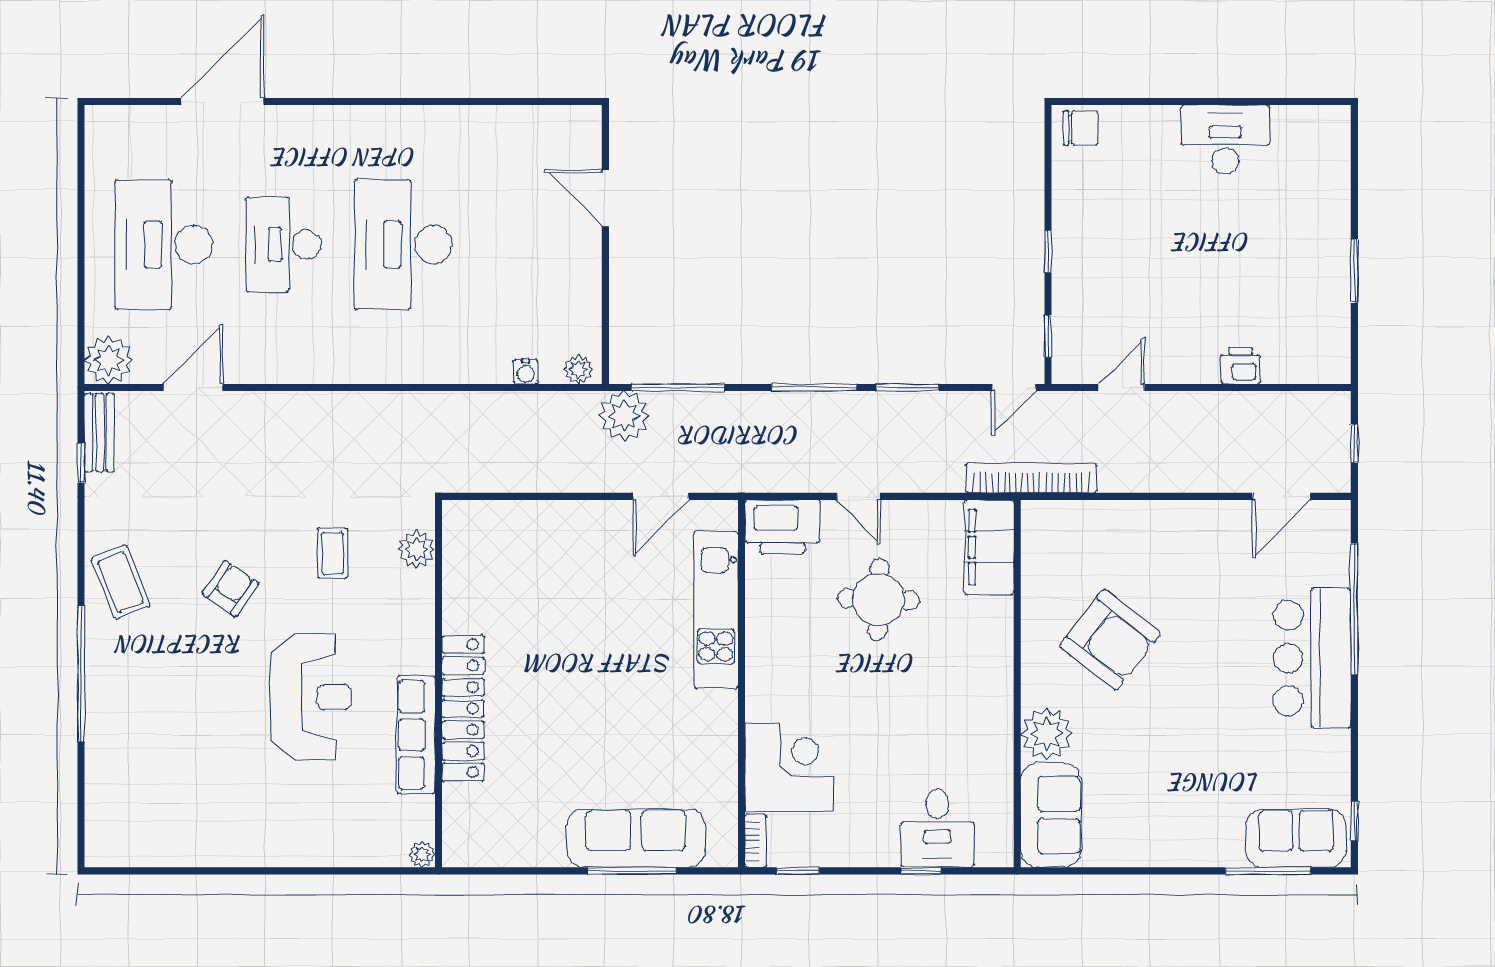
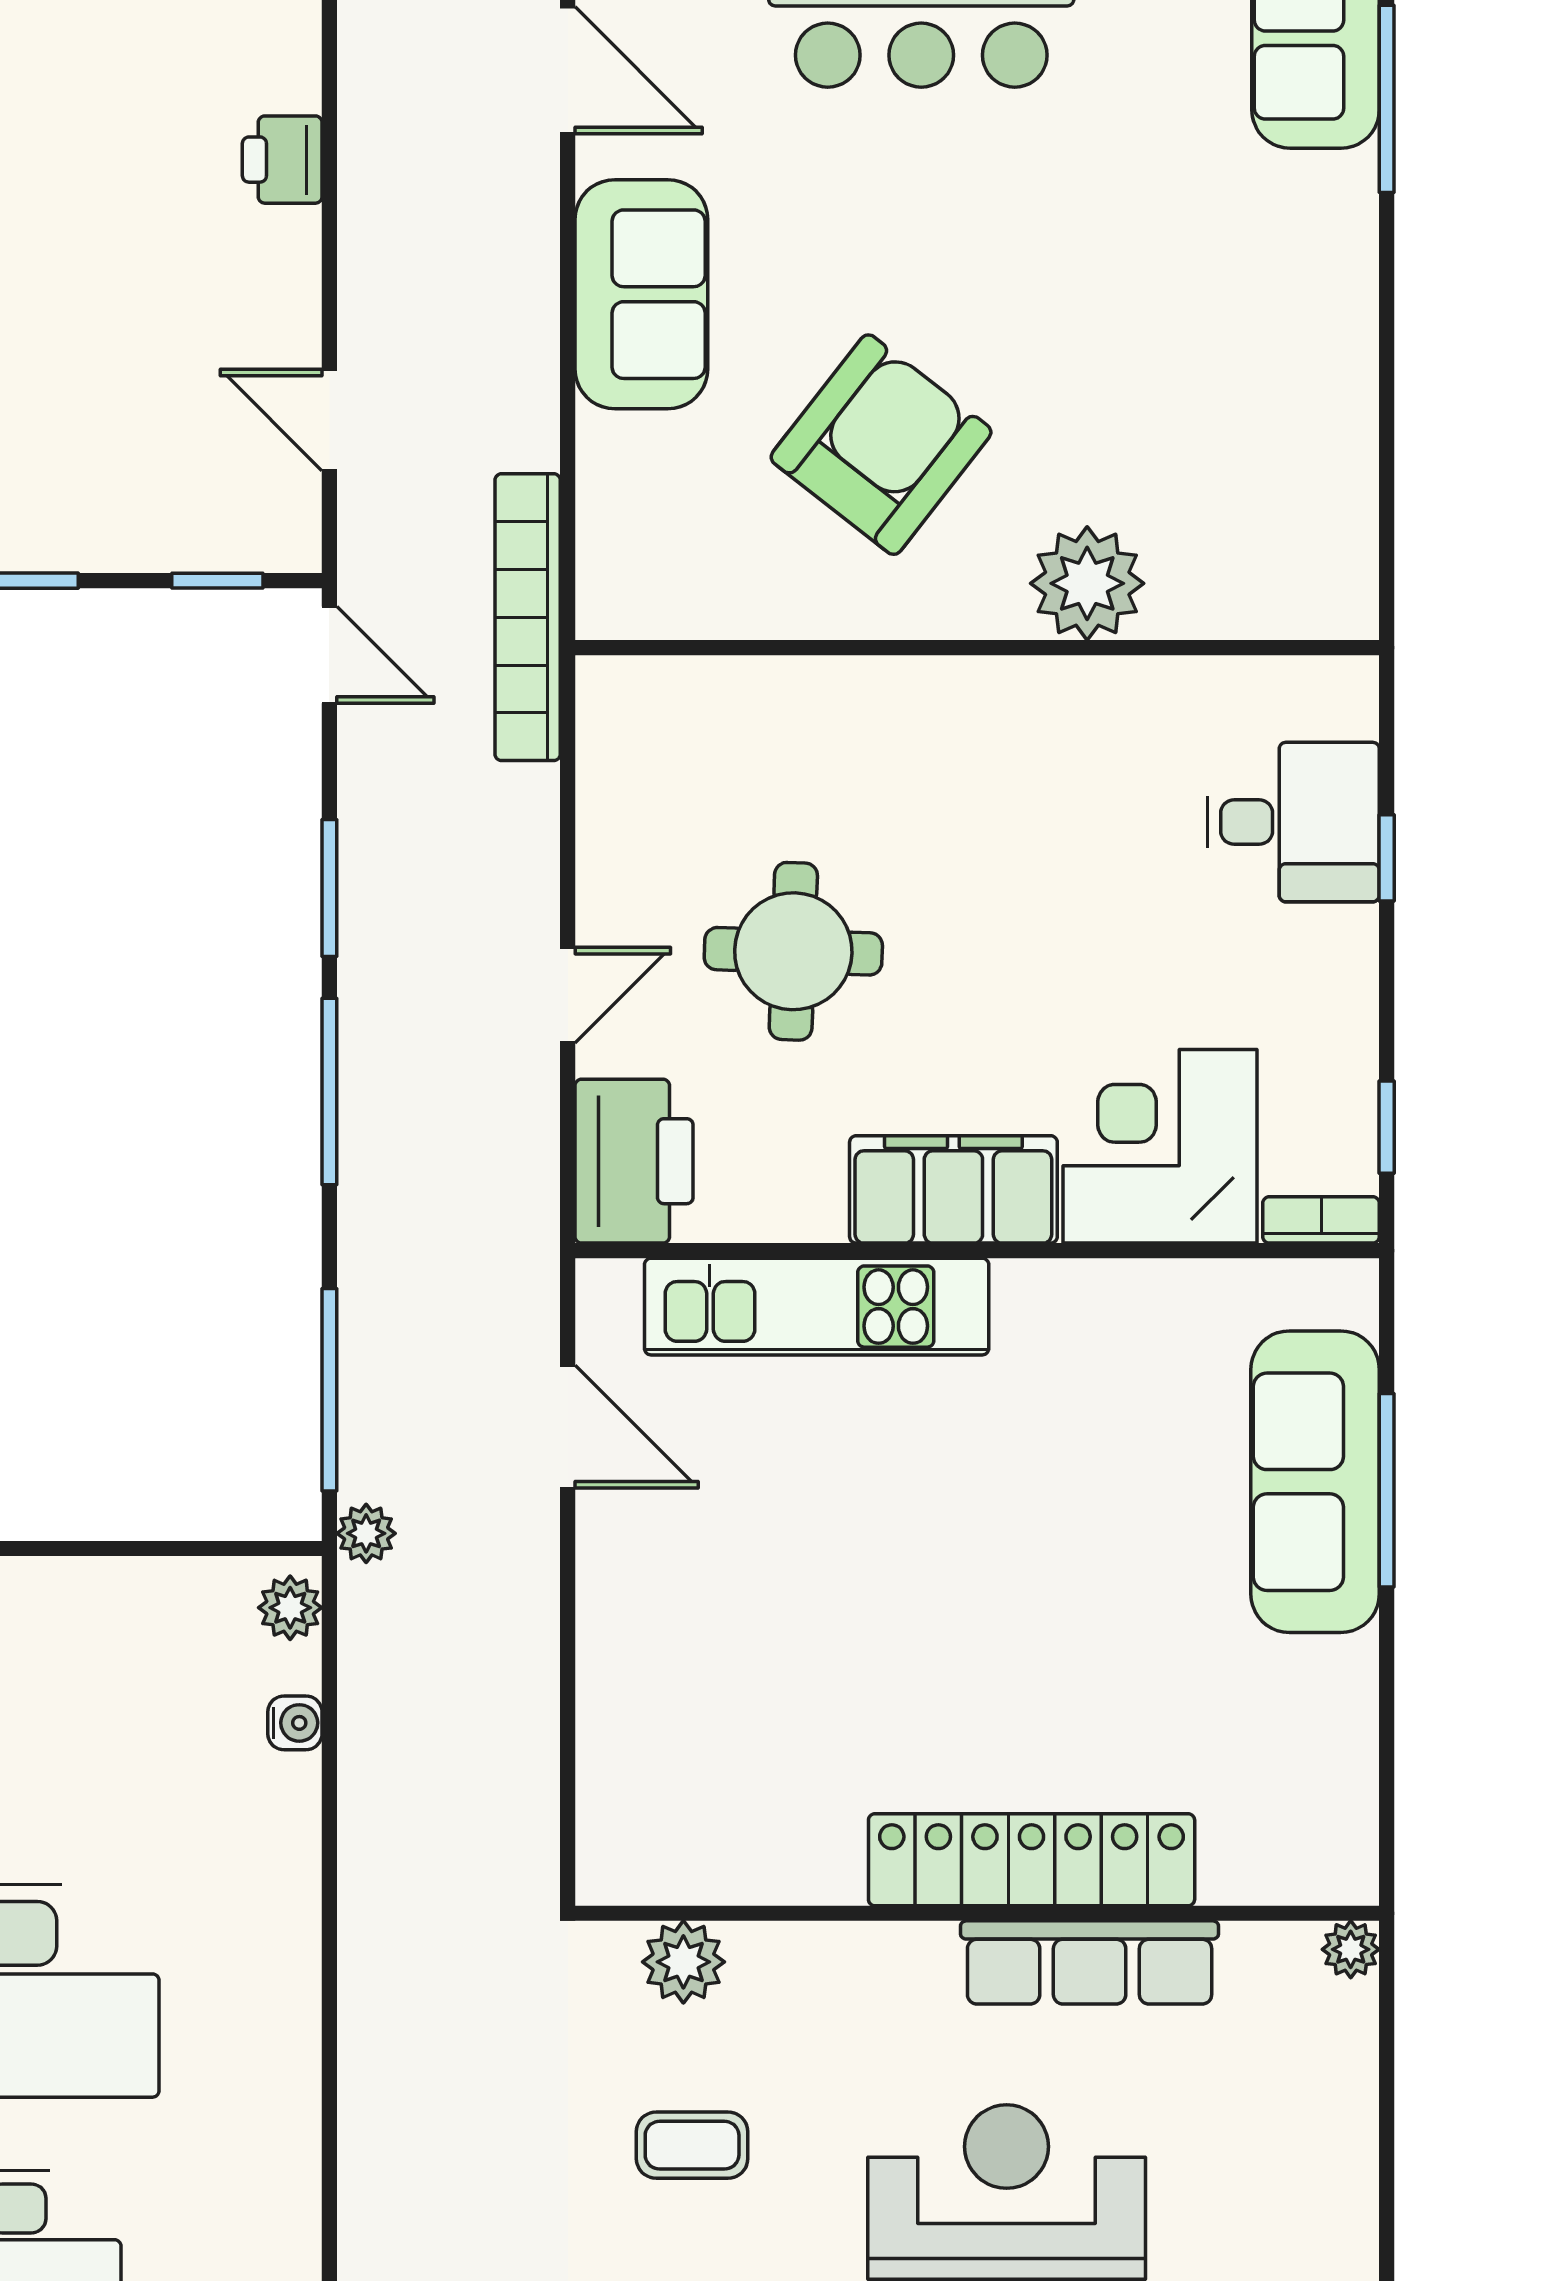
plant: (624, 416) -> (366, 1533), width x0.53, depth x0.53
filing cabinet: (989, 547) -> (953, 1189), moved, turned 180
sofa: (1051, 815) -> (641, 294), moved, turned 90

